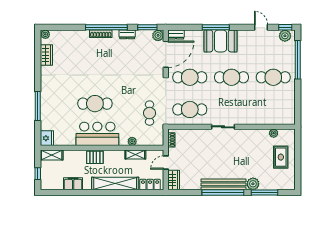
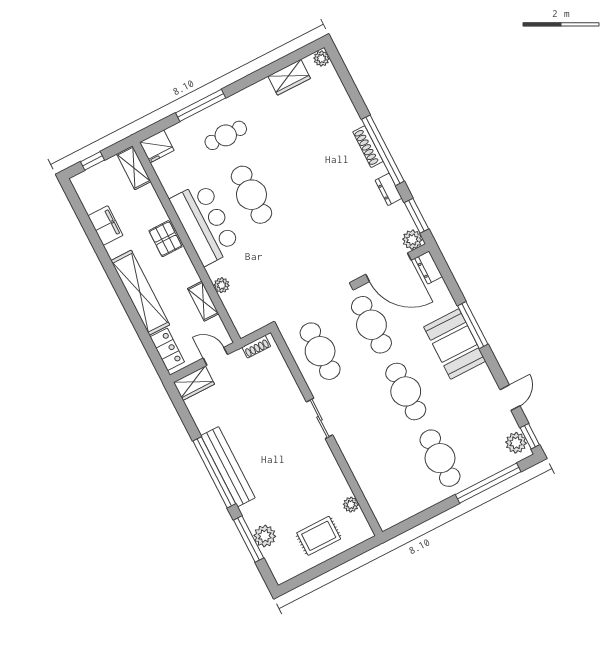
cafe table: (150, 113) -> (226, 135), moved
plant: (253, 184) -> (265, 536), moved

